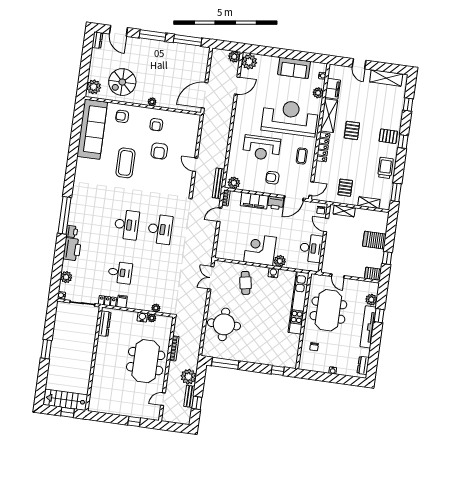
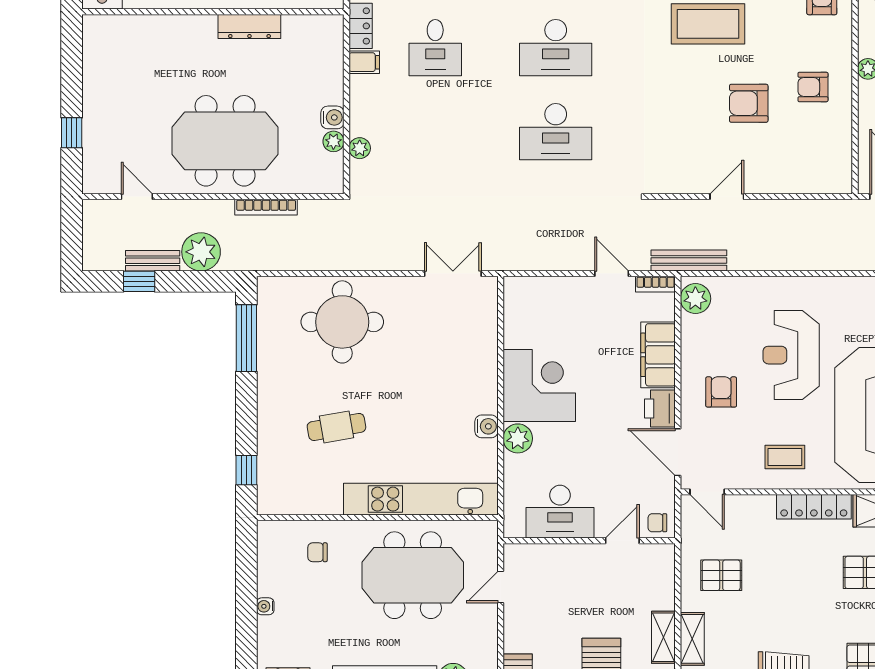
shelving: (344, 211) -> (663, 637), moved
cafe table: (245, 283) -> (336, 427), moved
dresser: (105, 324) -> (249, 26), moved

